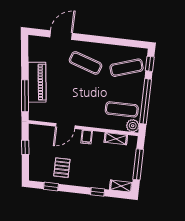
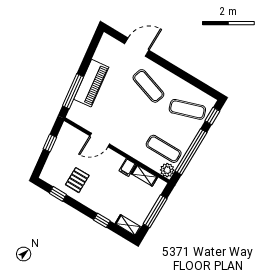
filing cabinet: (87, 137) -> (127, 167), moved

